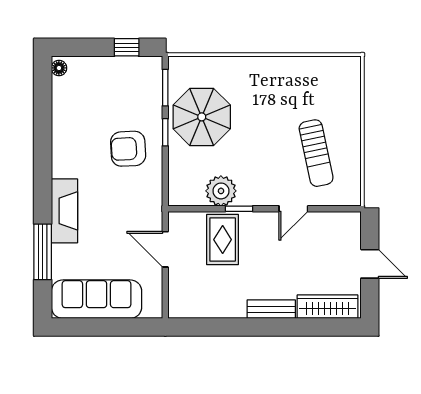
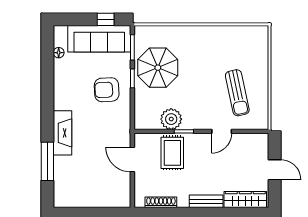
floor lamp: (59, 68) -> (59, 53), moved
sofa: (97, 299) -> (99, 39), moved, turned 180
shoe rack: (206, 311) -> (161, 202), added

